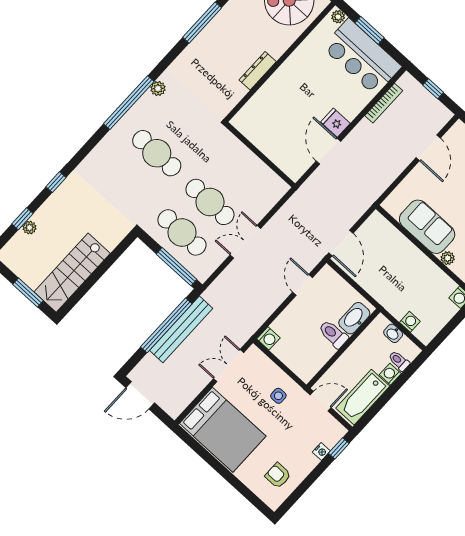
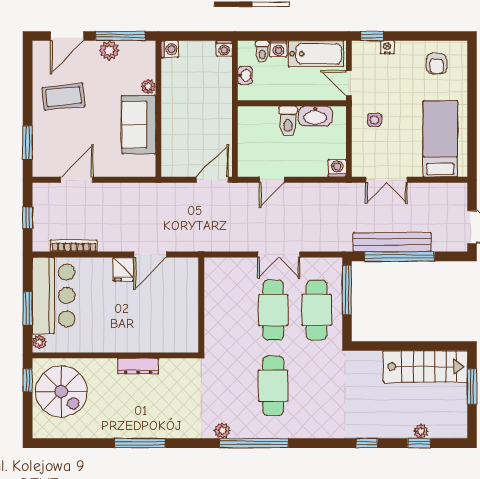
washbasin: (354, 318) -> (315, 116), moved
washing machine: (410, 322) -> (224, 49), moved, turned -90
bed: (223, 430) -> (440, 139), width x0.67

